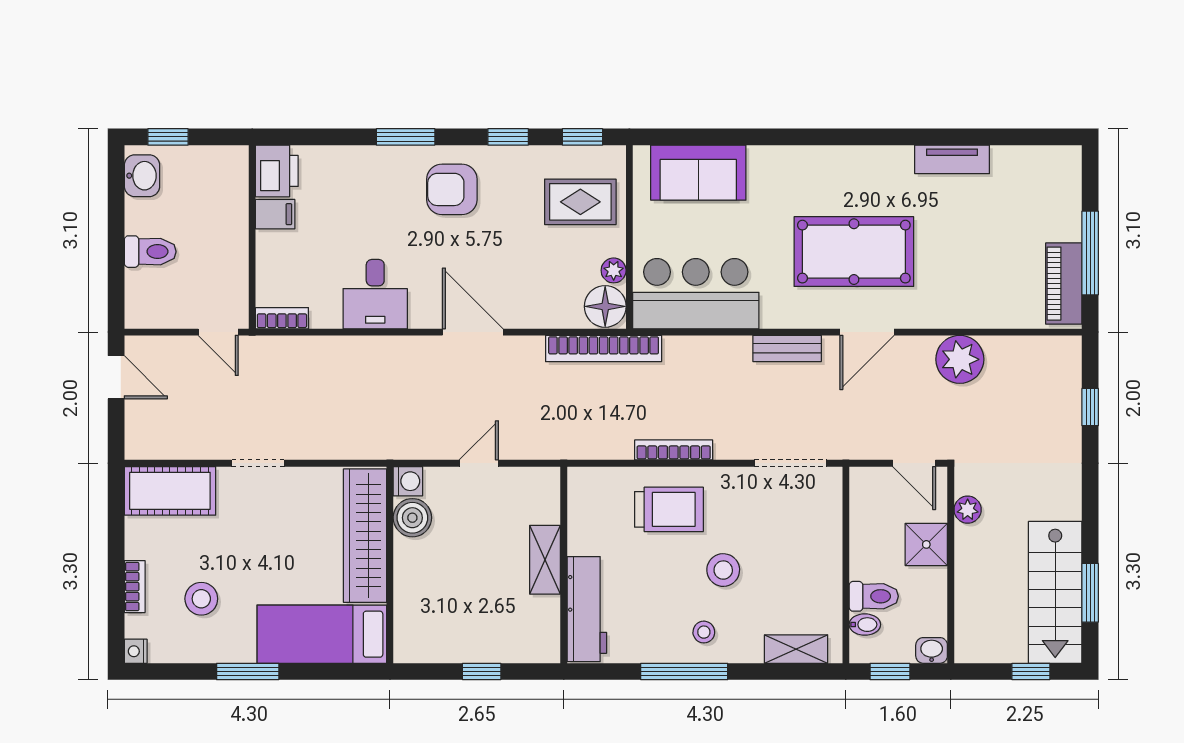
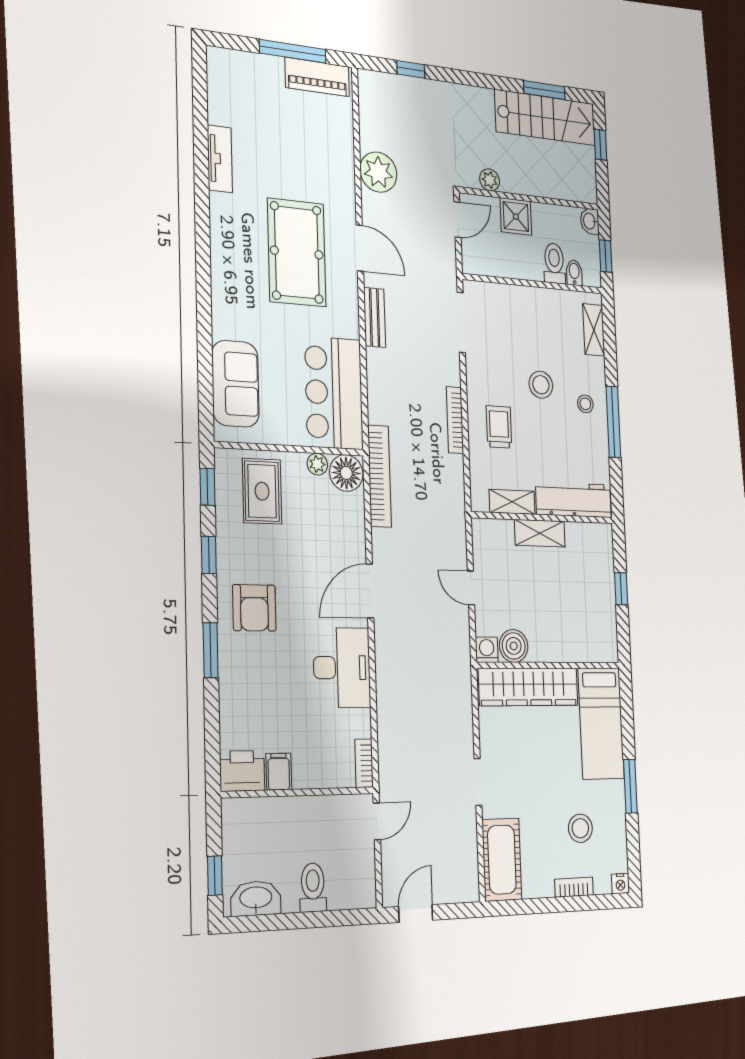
washbasin: (142, 176) -> (256, 898), width x1.38
desk: (375, 294) -> (342, 668), width x1.37
trolley: (669, 509) -> (499, 427), width x0.73, depth x0.72
shelving: (581, 523) -> (512, 502), added

